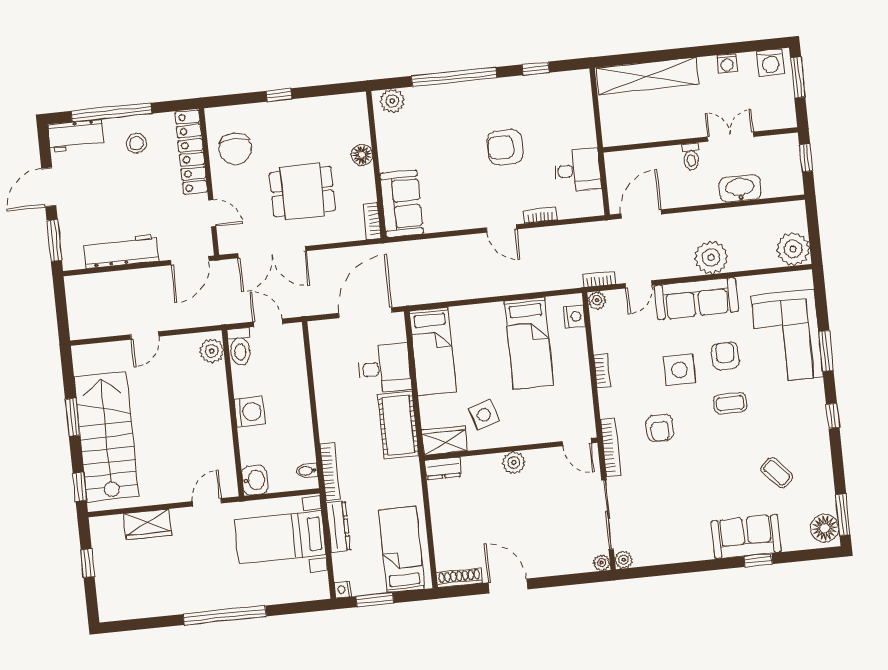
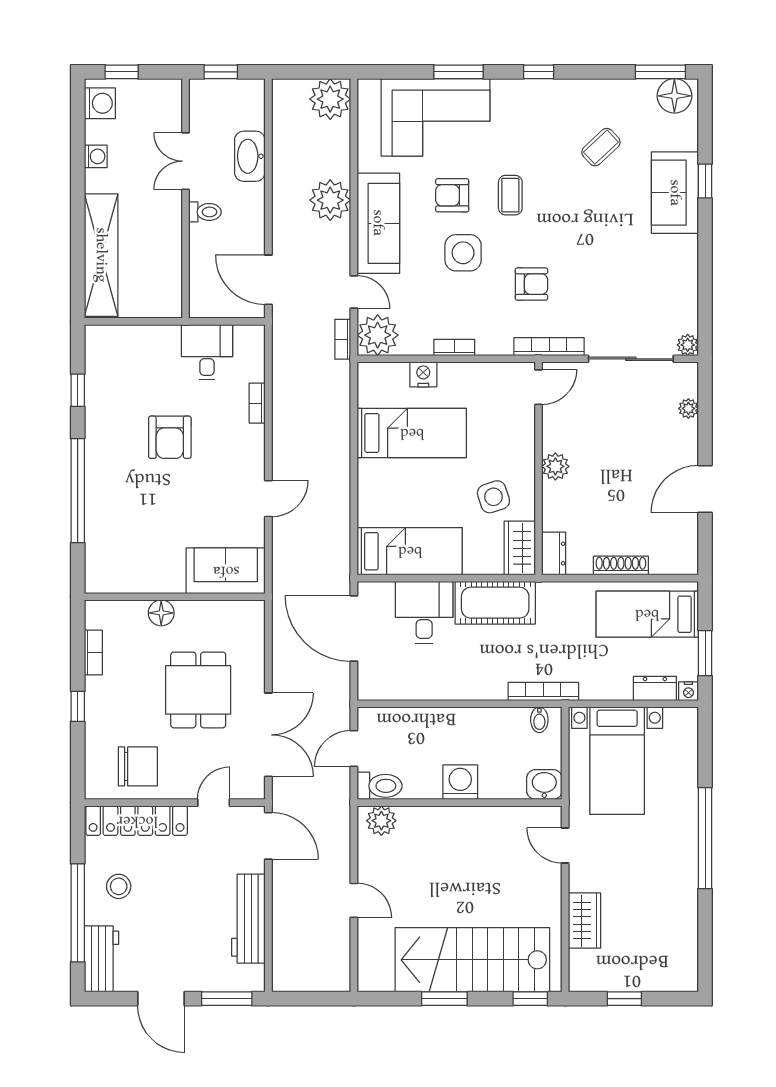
window: (798, 77) -> (122, 72), width x0.67
plant: (392, 101) -> (99, 569), removed
bookcase: (372, 221) -> (93, 653), moved, turned -90
door: (501, 228) -> (268, 499), moved
plant: (597, 300) -> (378, 335), width x1.87, depth x1.87
nightstand: (574, 317) -> (423, 374), moved
dresser: (338, 527) -> (655, 688), moved, width x0.70
plant: (602, 563) -> (688, 408), moved
shoe rack: (459, 578) -> (621, 565), moved, turned 90

